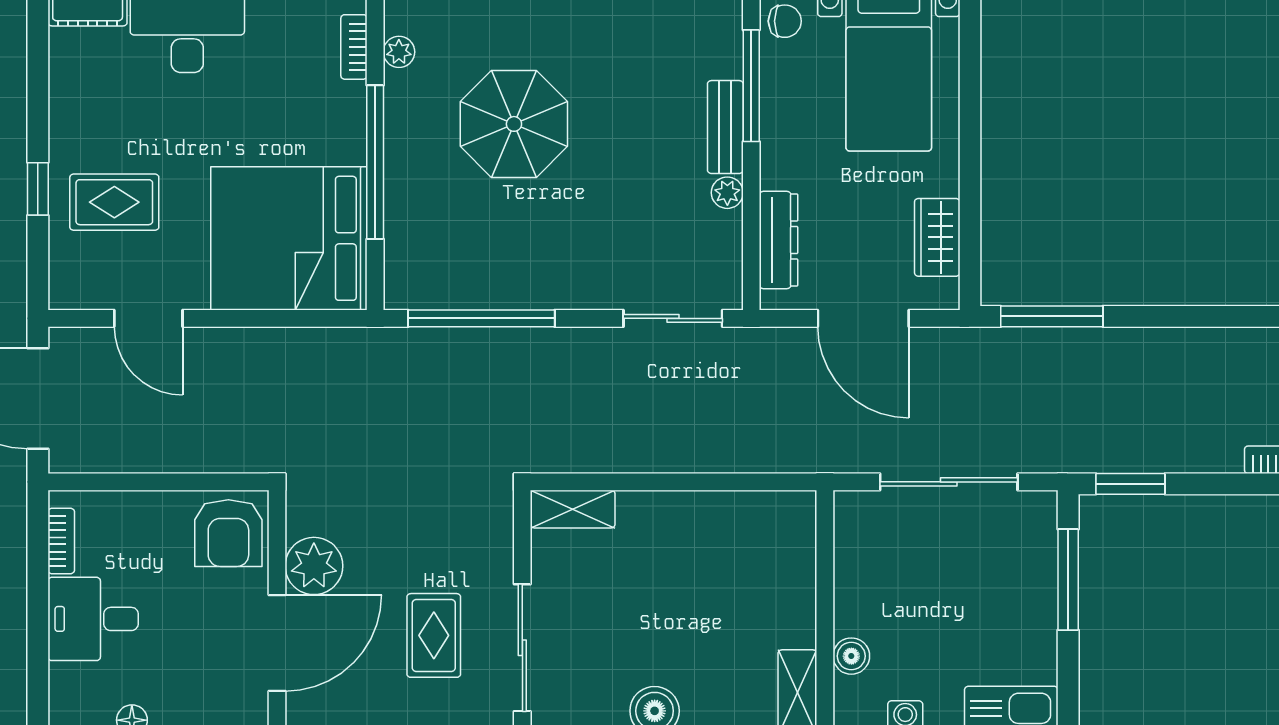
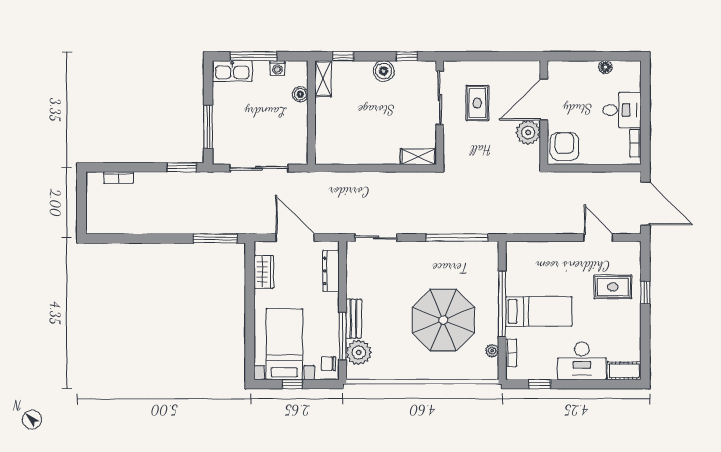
parasol: (514, 124) -> (443, 320), width x1.36, depth x1.36
plant: (727, 193) -> (359, 352), moved, width x1.88, depth x1.88
bed: (289, 238) -> (539, 311), moved, width x0.49

